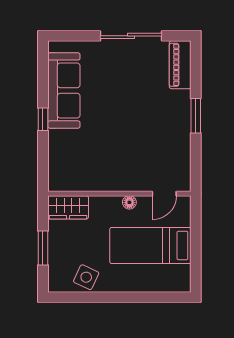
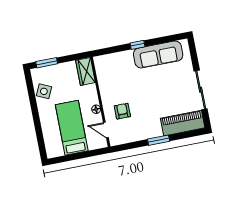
piano: (180, 65) -> (183, 123), width x1.37, depth x1.33
armchair: (140, 163) -> (122, 111), added
window: (43, 248) -> (47, 63), moved

